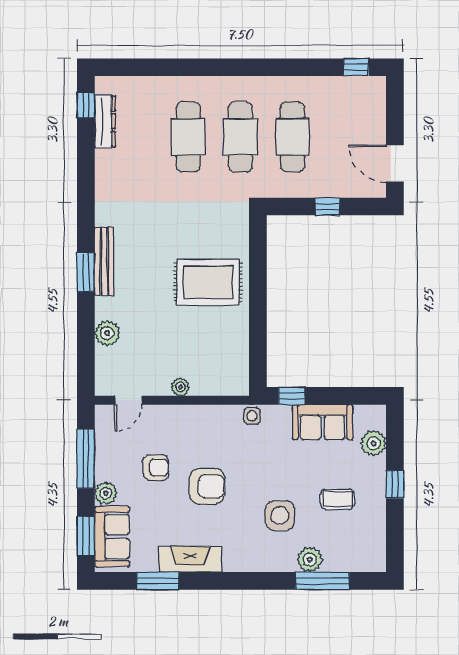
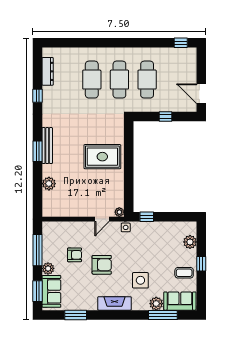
window: (86, 105) -> (38, 96), moved
plant: (180, 387) -> (119, 212), moved
door: (128, 400) -> (102, 219), moved
sofa: (323, 422) -> (180, 301), moved, turned 180
coffee table: (337, 499) -> (184, 273), moved
fireplace: (190, 559) -> (114, 303), moved

